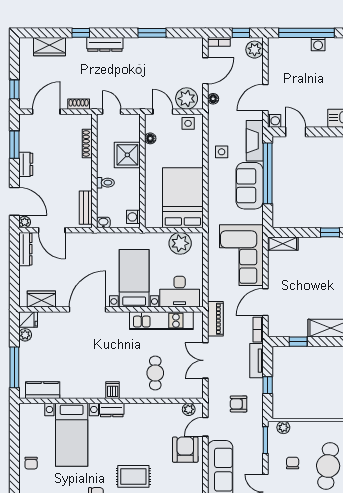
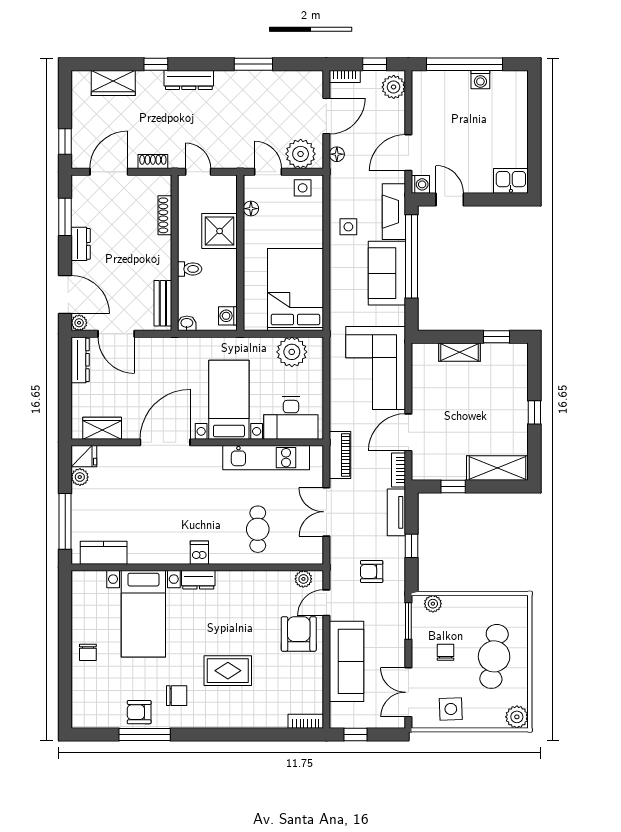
shelving: (283, 244) -> (460, 352), moved

